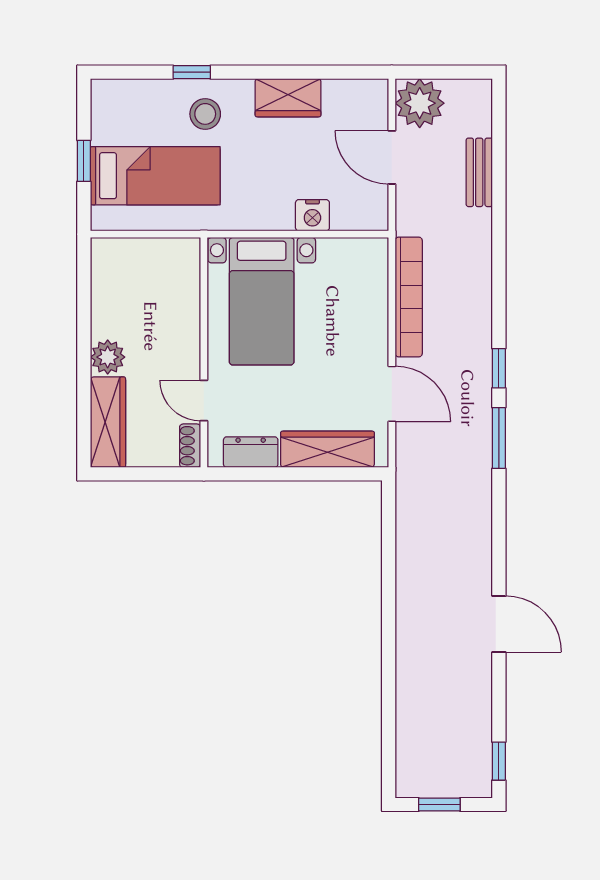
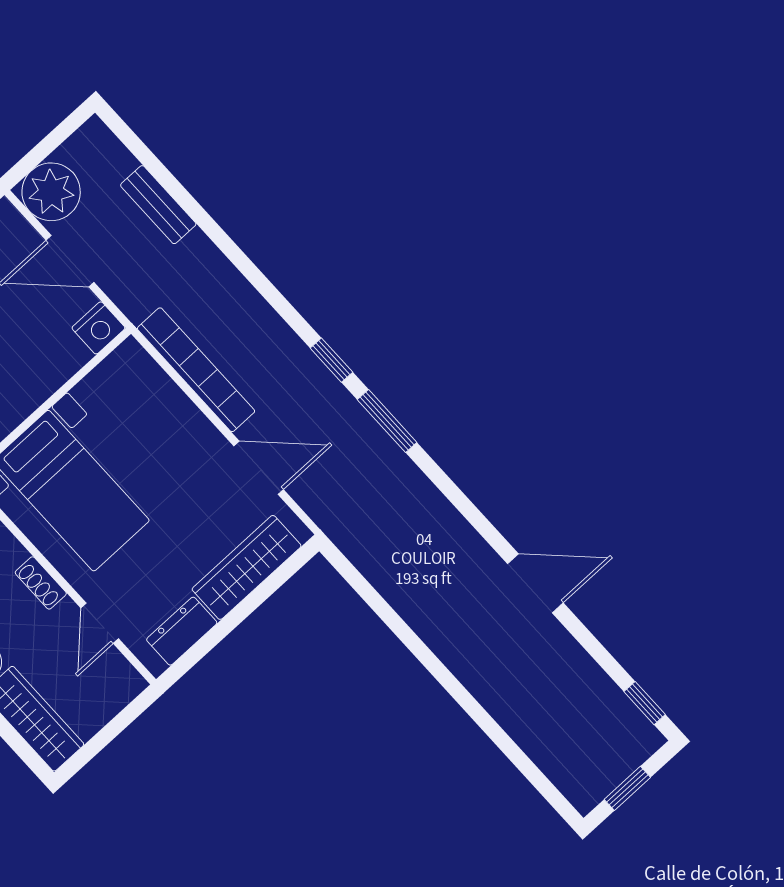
nightstand: (312, 215) -> (98, 328), moved
door: (204, 401) -> (100, 623), hinge flipped
shoe rack: (190, 446) -> (41, 583), moved

